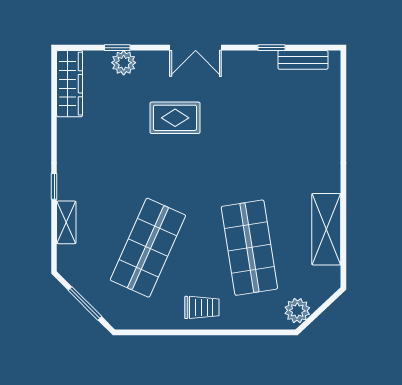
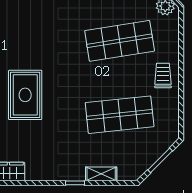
rug: (175, 118) -> (25, 95), width x1.36, depth x1.43
shop shelf: (148, 248) -> (120, 115), turned -30

